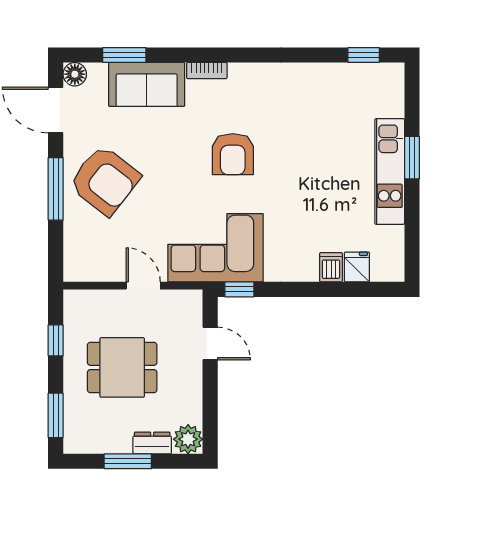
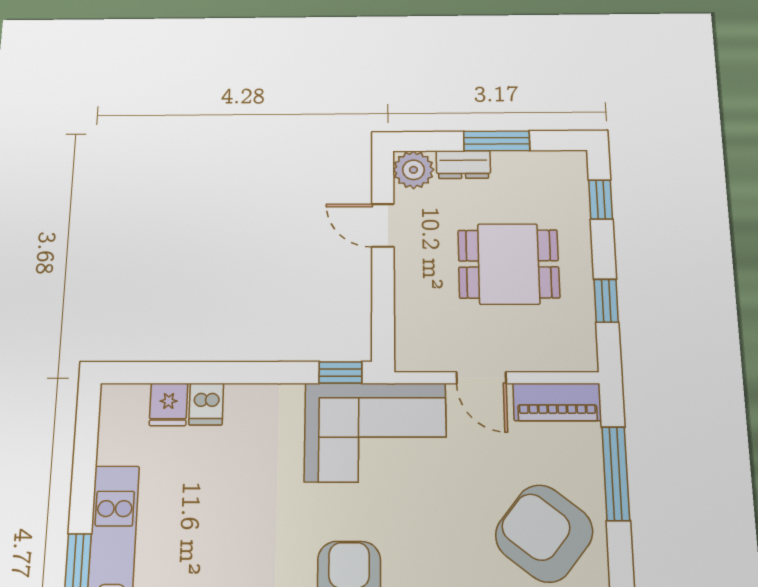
window: (56, 189) -> (616, 473), moved
piano: (92, 269) -> (557, 402), added
door: (210, 344) -> (383, 225), moved
window: (56, 415) -> (601, 200), width x0.67

